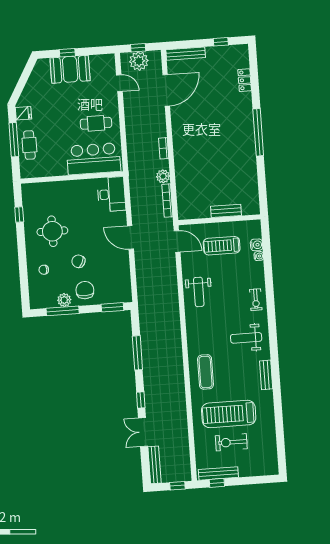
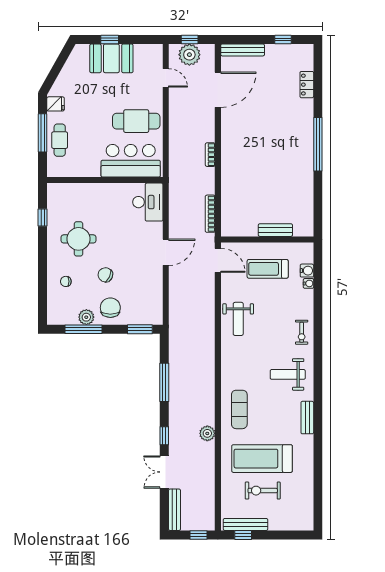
cafe table: (96, 123) -> (136, 121), width x1.37, depth x1.35
plant: (163, 176) -> (207, 433), moved
door: (130, 238) -> (166, 252), swing flipped

